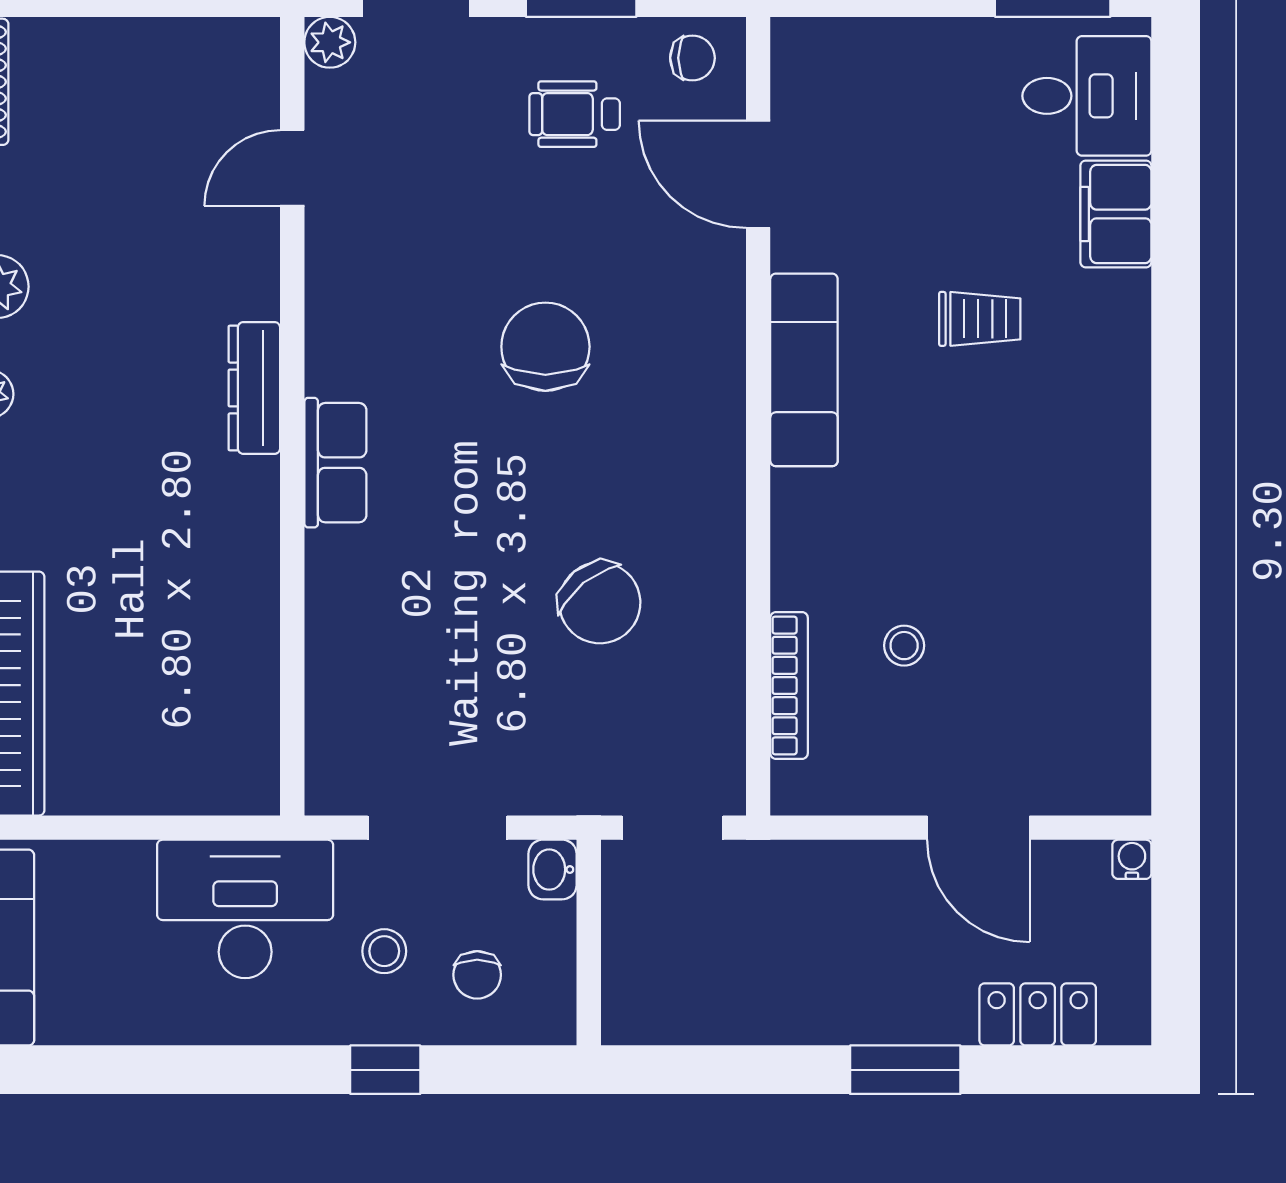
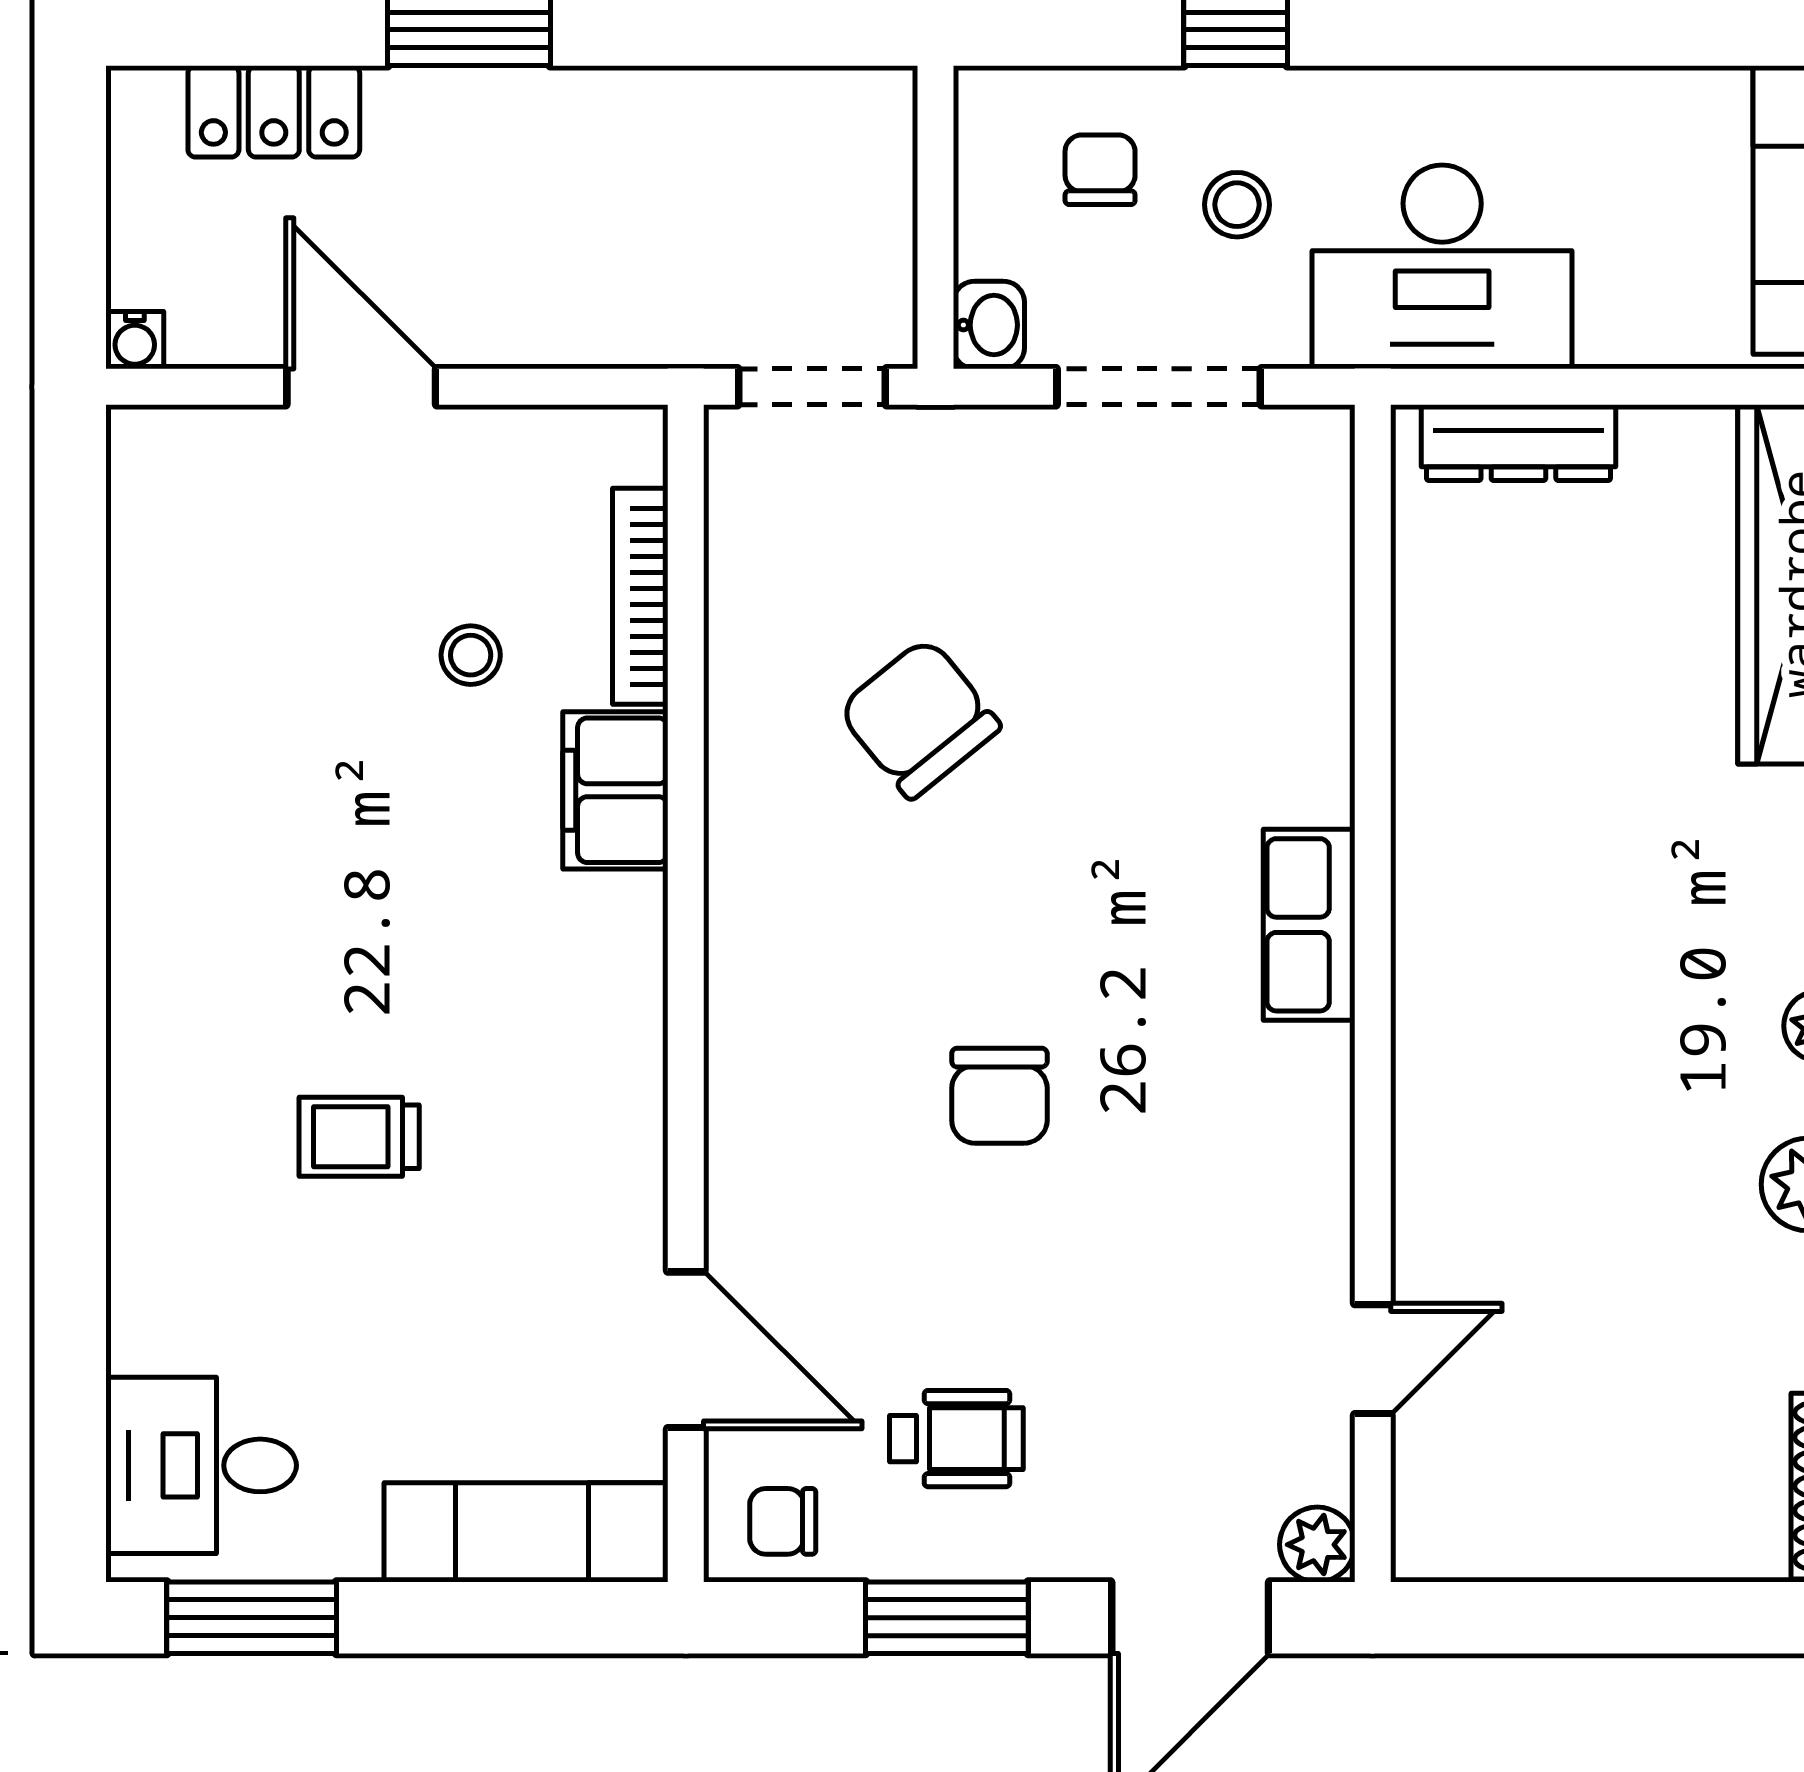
filing cabinet: (1116, 214) -> (615, 790), moved, turned 180
chair: (545, 347) -> (999, 1096), width x0.73, depth x0.73
exam couch: (804, 370) -> (526, 1532), moved, turned 90
dresser: (254, 388) -> (1518, 443), moved, turned 90

